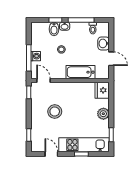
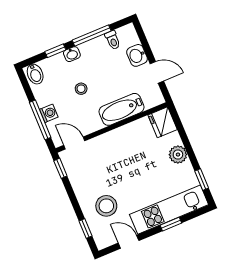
bidet: (54, 29) -> (35, 74), moved
stool: (55, 112) -> (106, 206), moved

